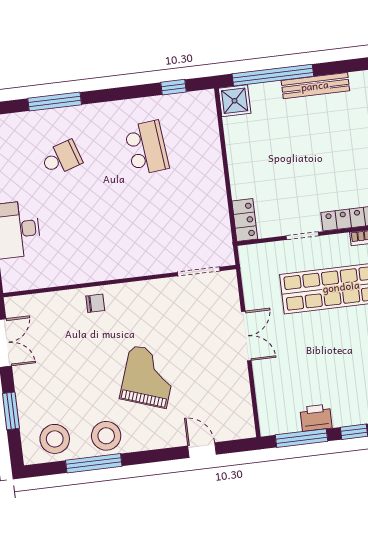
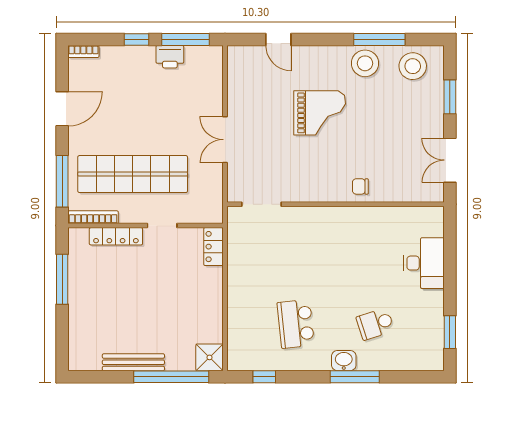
window: (55, 102) -> (355, 377), moved
washbasin: (90, 115) -> (344, 361), added
grand piano: (148, 377) -> (320, 113), turned -109

